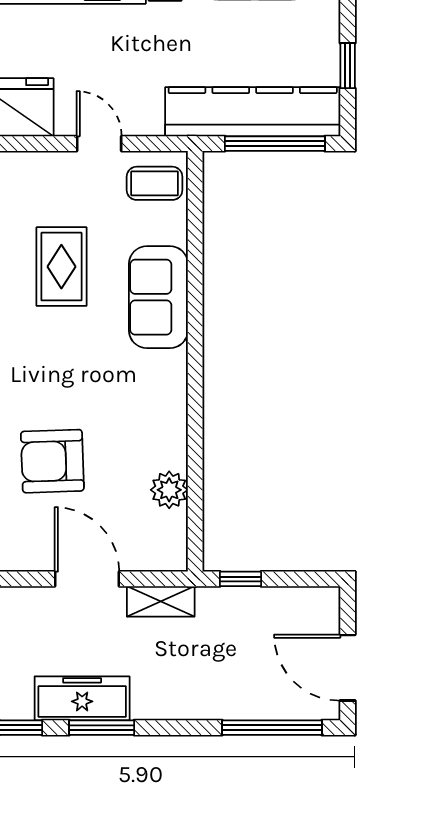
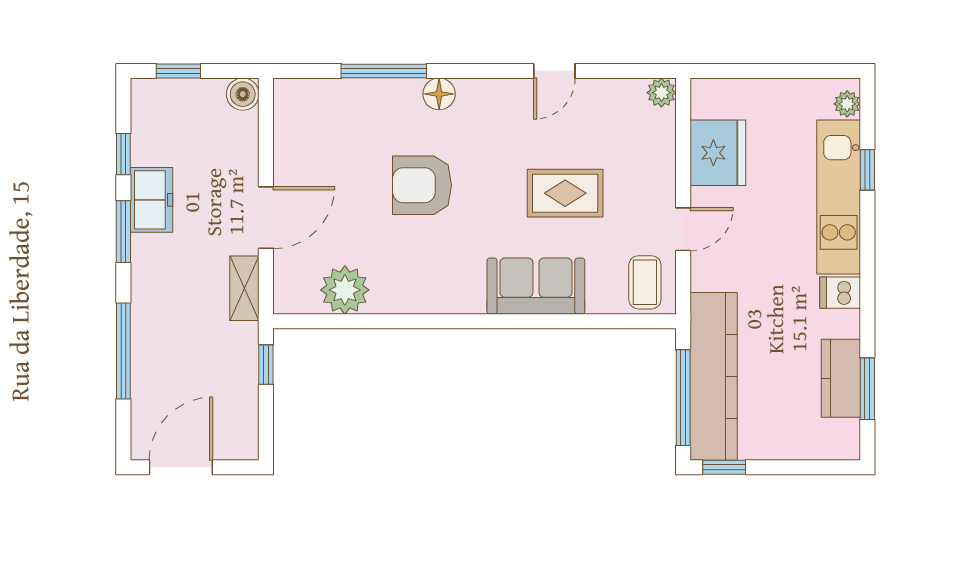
window: (348, 66) -> (724, 467), moved
armchair: (52, 461) -> (422, 185), moved, turned -88
plant: (169, 490) -> (345, 290), width x1.36, depth x1.36
freezer: (82, 698) -> (152, 200), width x0.71
window: (272, 728) -> (123, 351), moved

